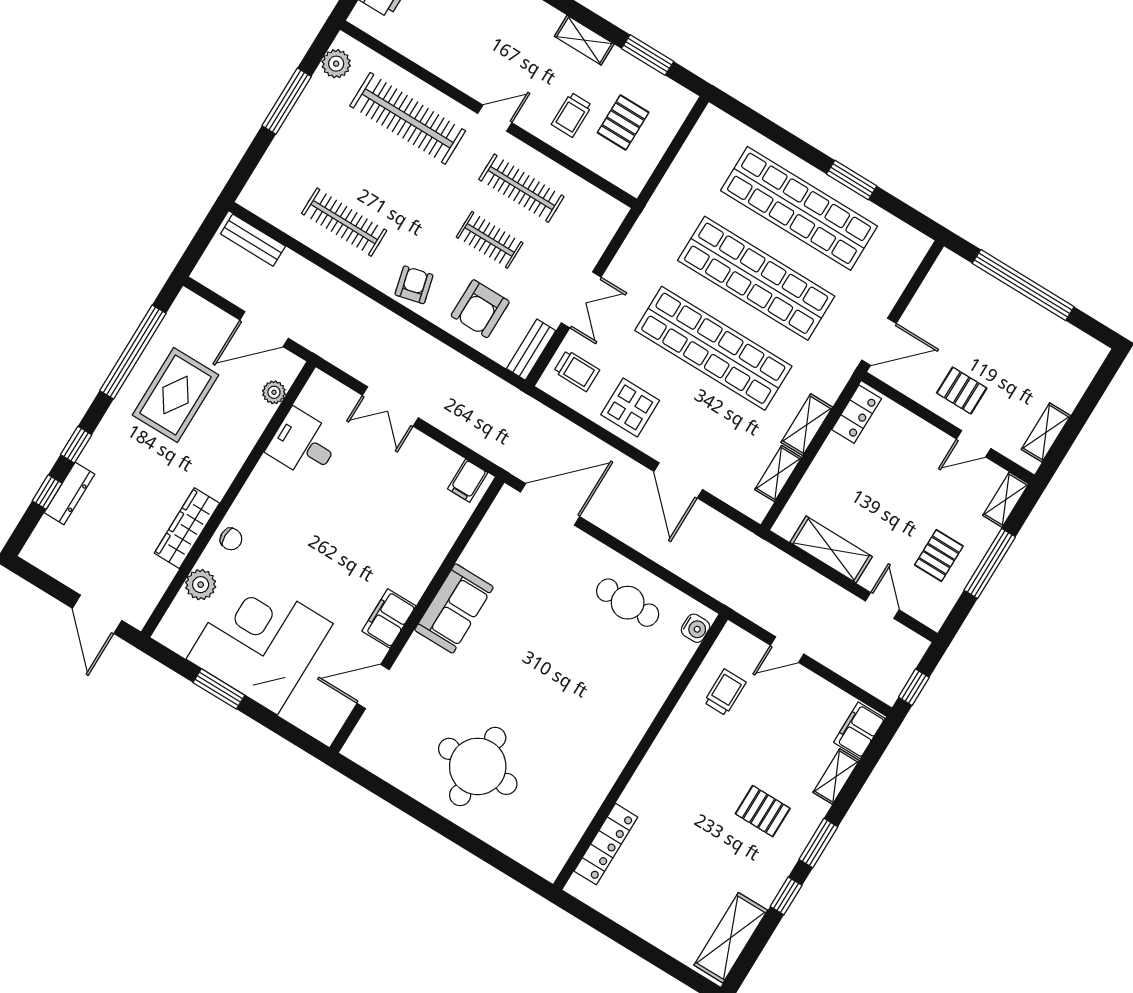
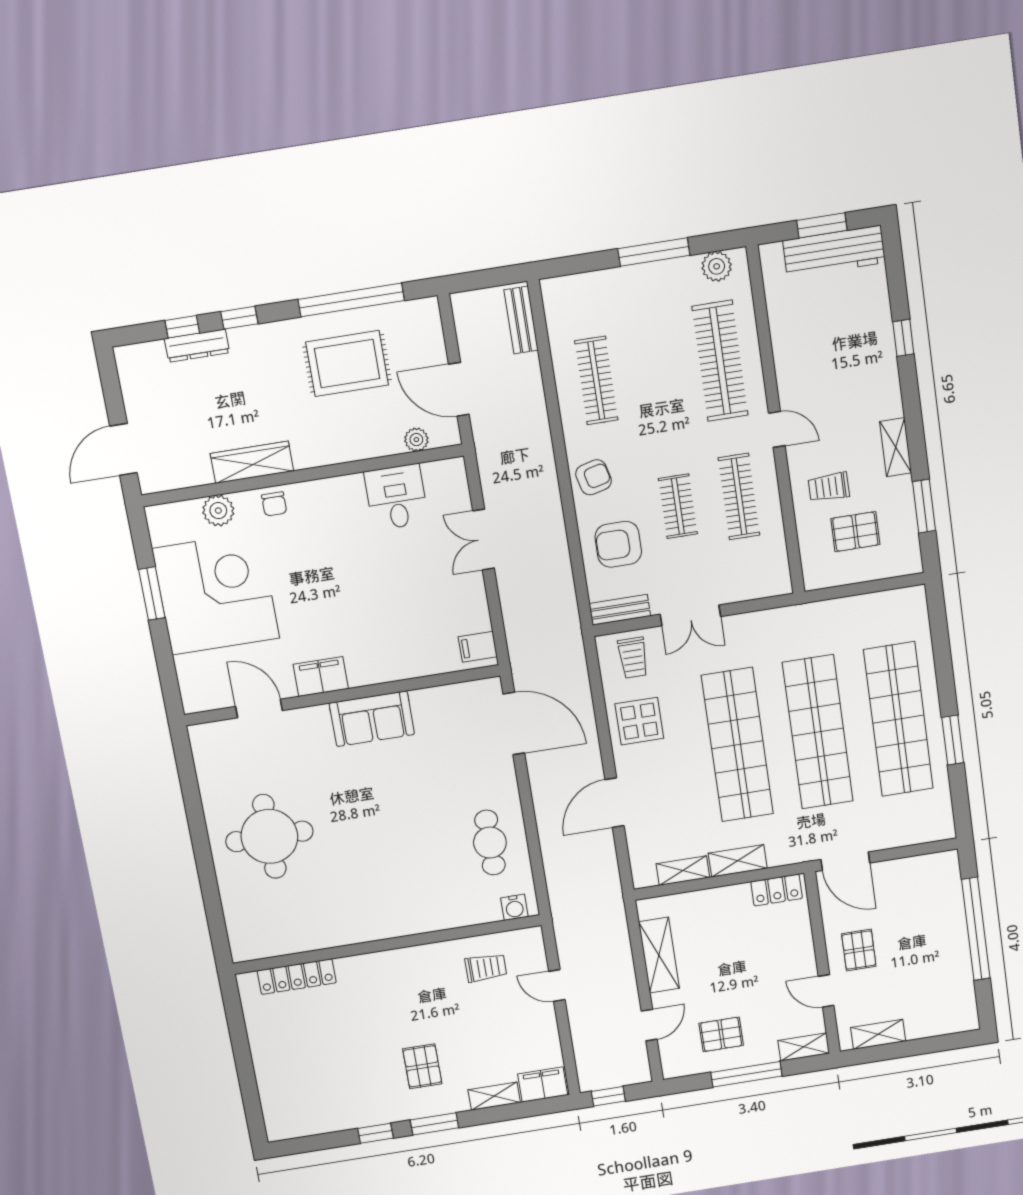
shelving: (731, 938) -> (310, 1120), removed

